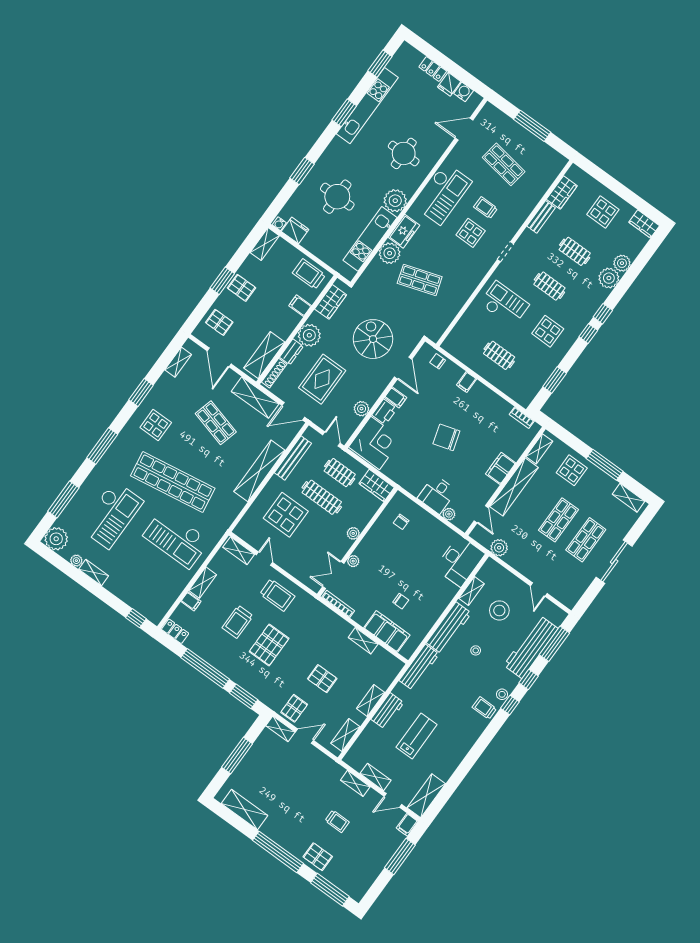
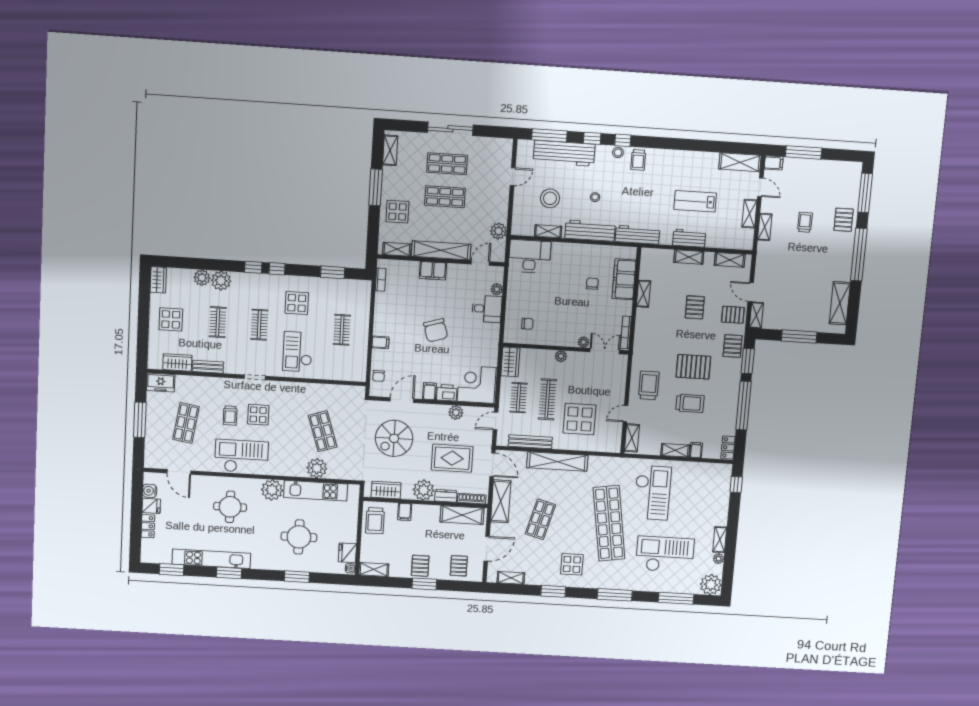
freezer: (404, 231) -> (161, 383), moved, turned 180
double door: (333, 575) -> (605, 351), swing flipped
pallet: (266, 691) -> (733, 346), added

